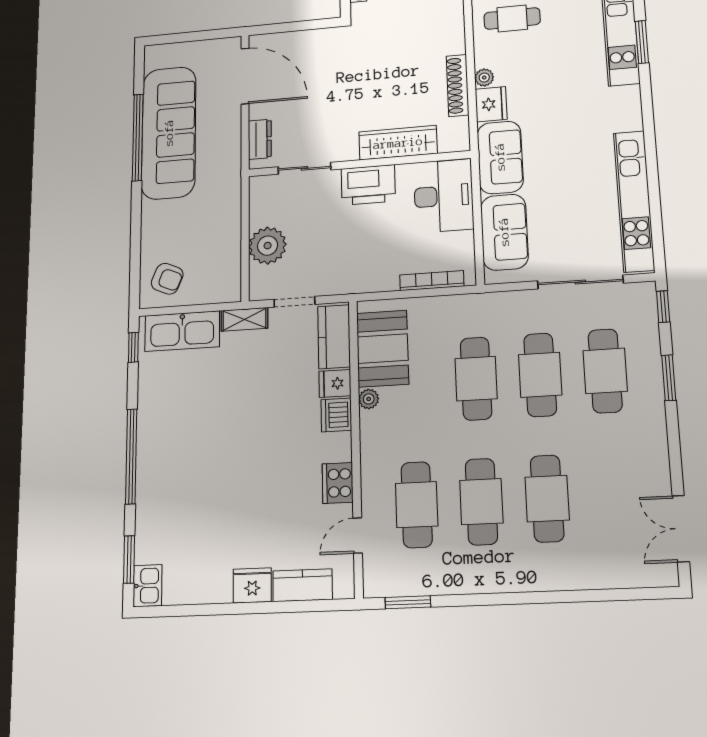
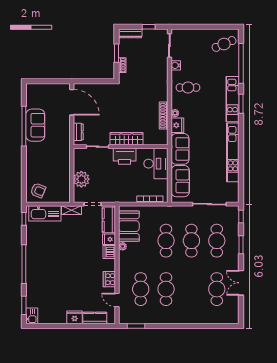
sofa: (169, 133) -> (35, 125), width x0.54, depth x0.79
wardrobe: (398, 143) -> (126, 139), moved
kitchen unit: (634, 201) -> (233, 152), moved
cafe table: (547, 499) -> (217, 289), moved
double door: (681, 529) -> (241, 283), moved
door: (358, 536) -> (117, 300), hinge flipped

